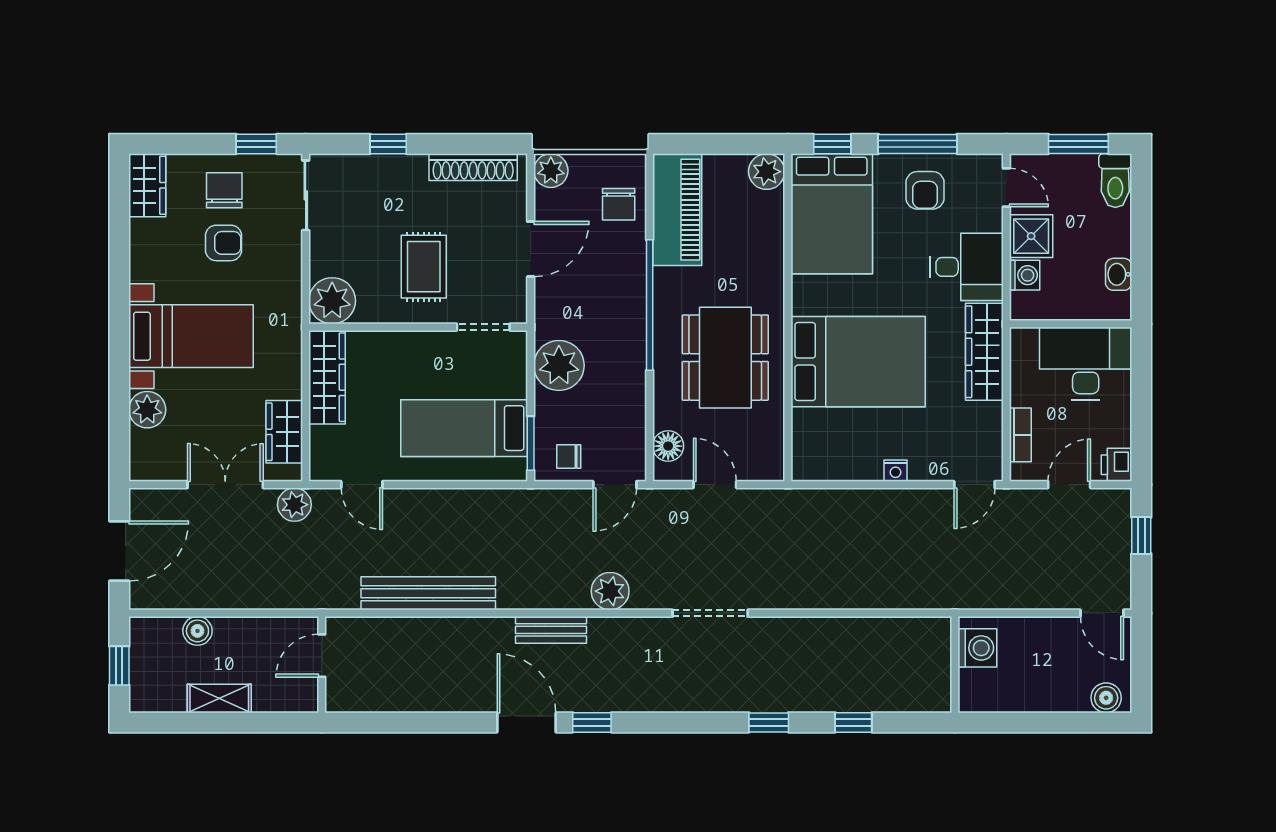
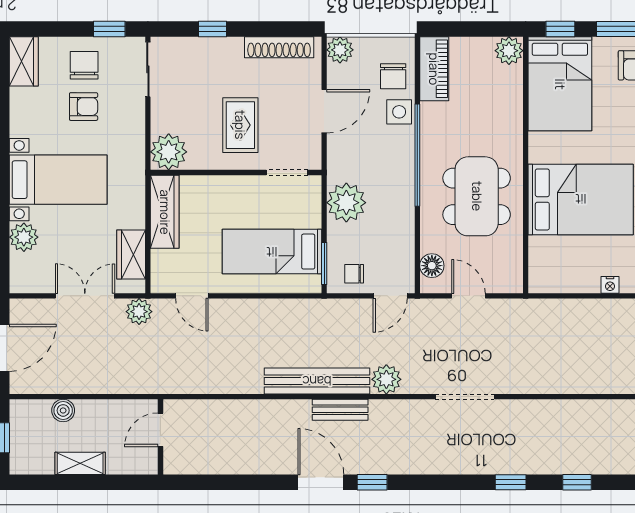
piano: (677, 210) -> (434, 69), width x0.73, depth x0.75
side table: (626, 250) -> (399, 112), added
bench: (428, 593) -> (317, 381), moved

